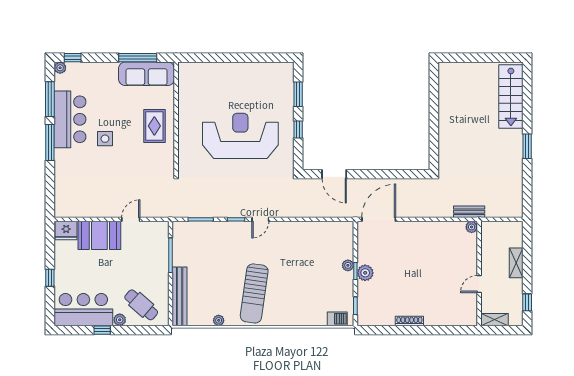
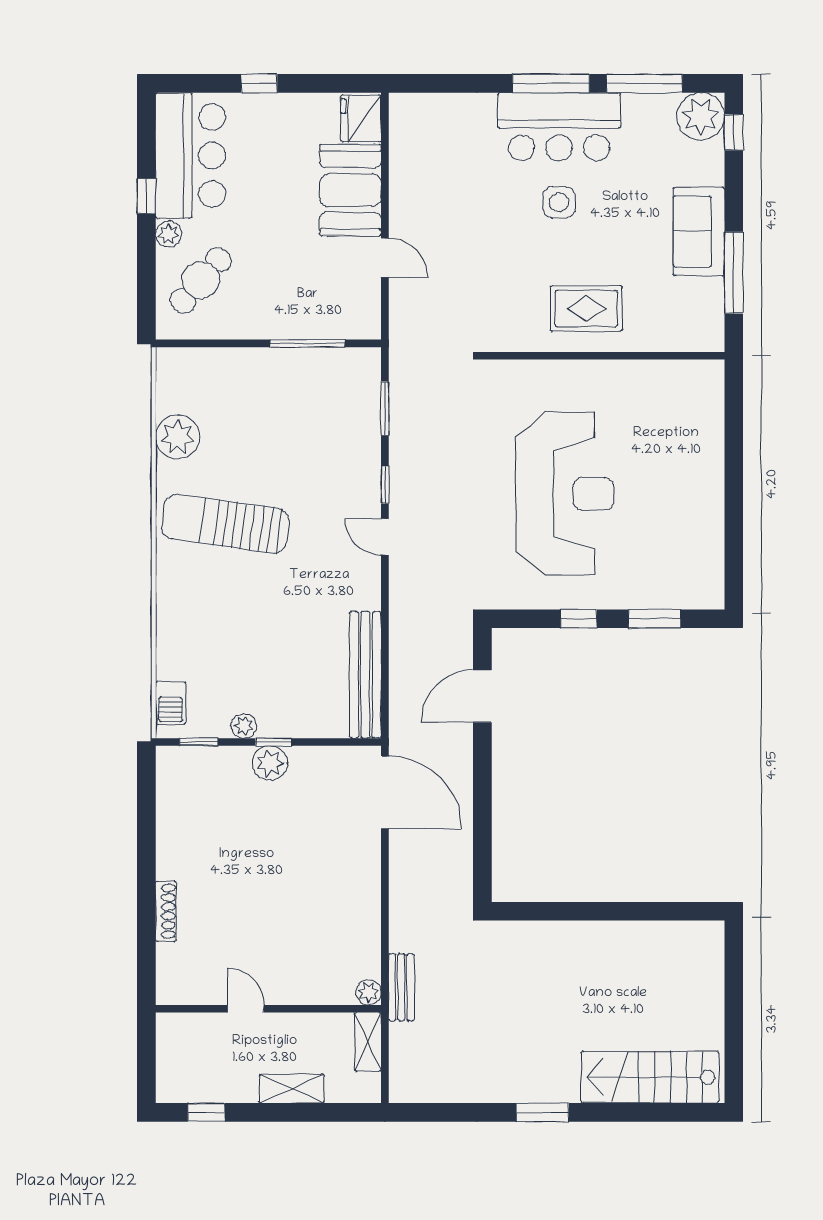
plant: (60, 68) -> (701, 116), width x1.88, depth x1.88
sofa: (147, 74) -> (699, 231), moved, width x0.73
bar counter: (70, 119) -> (559, 127), moved
plant: (348, 265) -> (244, 726), moved
bench: (180, 296) -> (365, 675), moved, turned 90
plant: (219, 320) -> (178, 437), width x1.87, depth x1.87
shelving: (494, 320) -> (368, 1042), moved
shoe rack: (409, 321) -> (166, 911), moved

